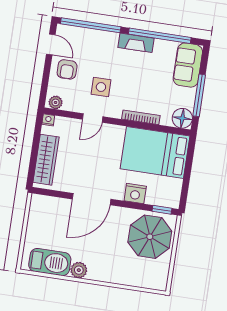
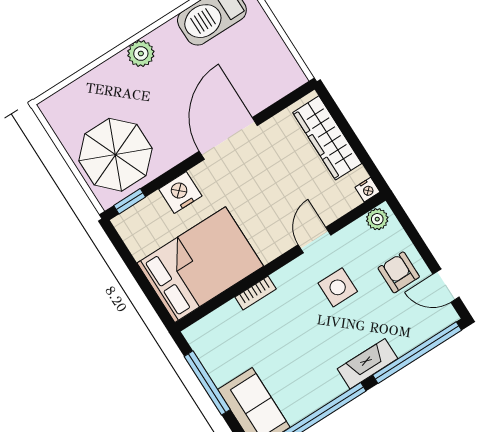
fireplace: (136, 43) -> (367, 364), moved
bookcase: (141, 117) -> (256, 293), width x0.64
floor lamp: (182, 118) -> (203, 336), removed
plant: (79, 270) -> (141, 54), moved

